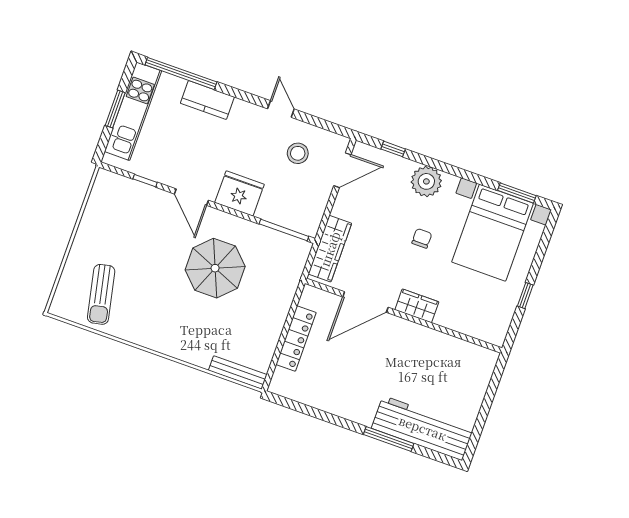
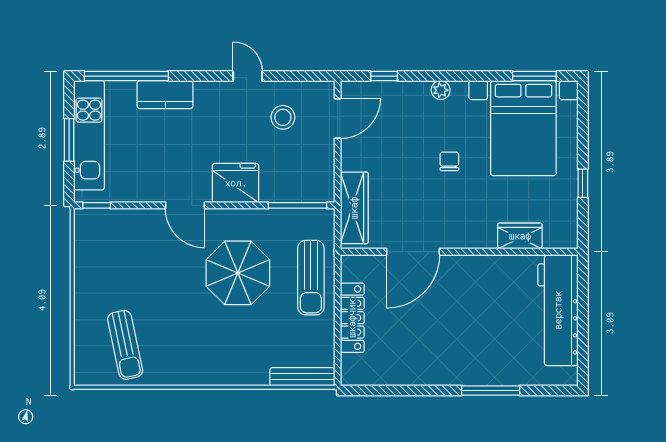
window: (145, 181) -> (97, 205), moved
plant: (426, 181) -> (441, 90), width x0.53, depth x0.53
sun lounger: (274, 293) -> (311, 278), added
wardrobe: (417, 306) -> (520, 236), moved
workbench: (423, 428) -> (558, 310), moved, turned -90

